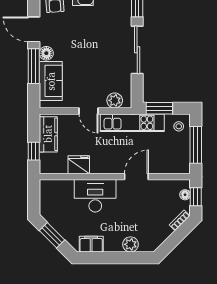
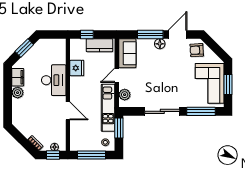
sofa: (51, 81) -> (127, 53), moved, turned -90
plant: (131, 244) -> (18, 93), moved

